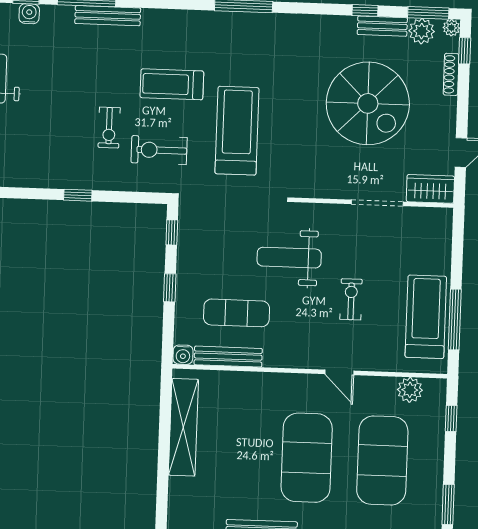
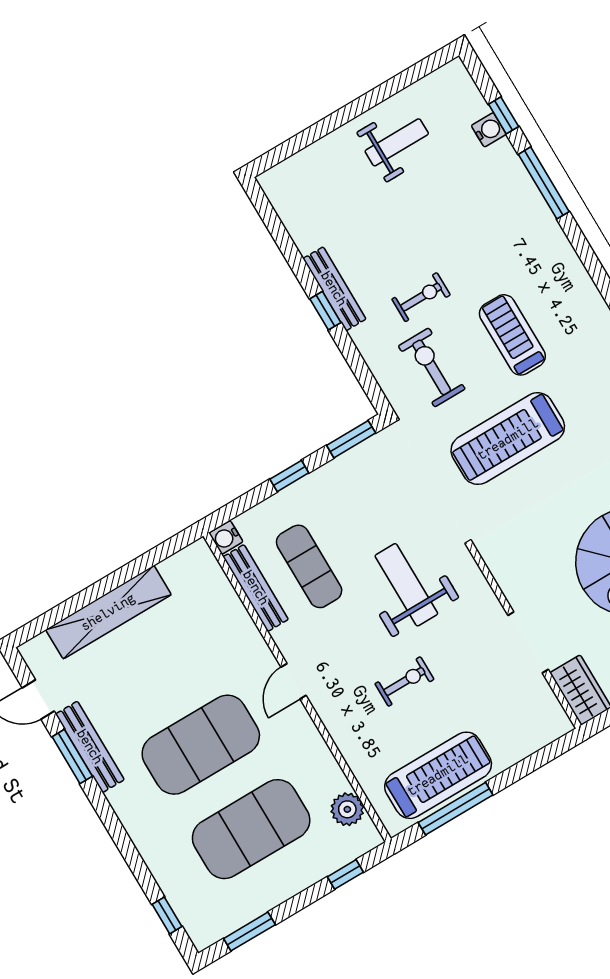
bench: (108, 16) -> (334, 289), moved
exercise bike: (109, 128) -> (421, 297), turned 180
treadmill: (237, 131) -> (508, 439), turned 180
window: (172, 232) -> (351, 439), width x1.50
door: (339, 372) -> (294, 681), moved
shelving: (183, 427) -> (108, 612), moved

